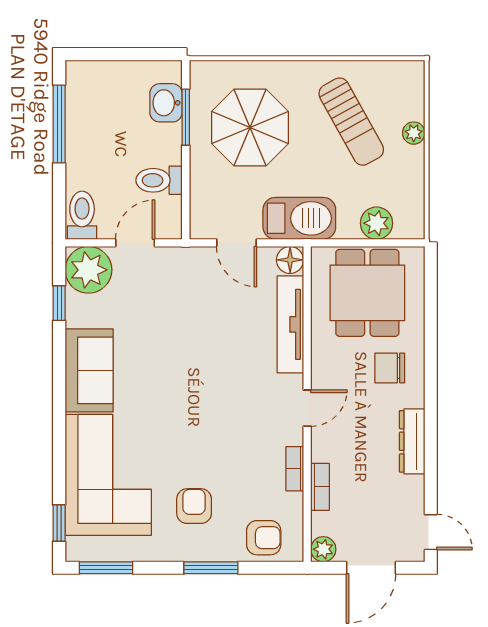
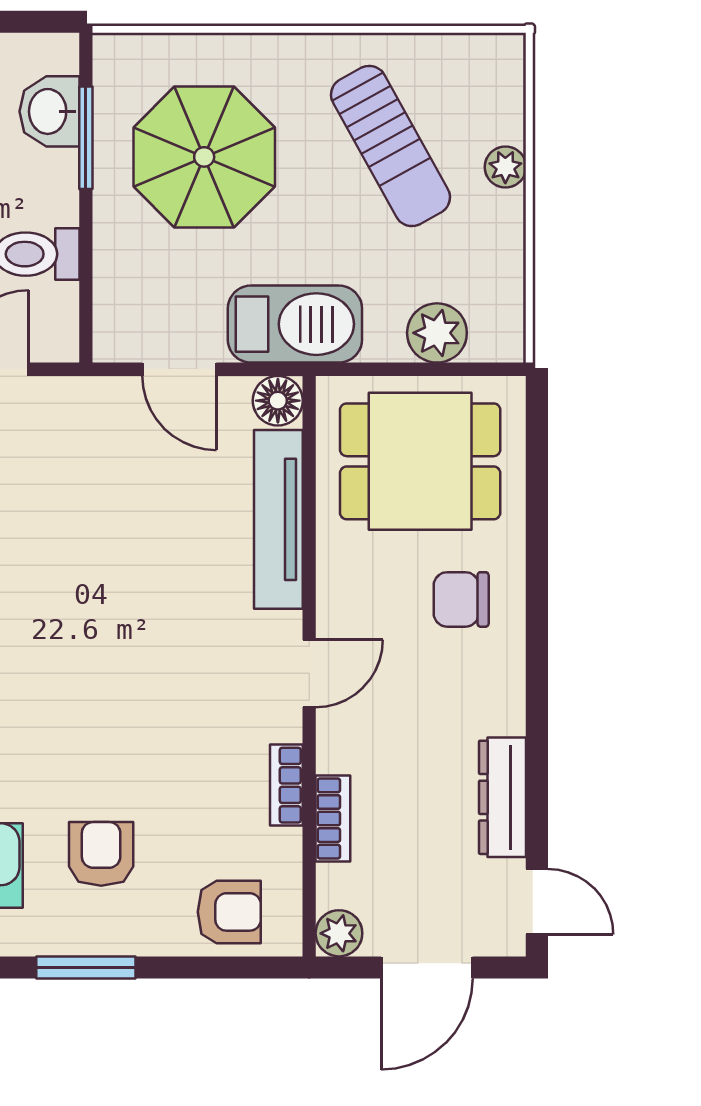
dining table: (367, 293) -> (420, 461), turned 90
dresser: (412, 441) -> (503, 797), moved
window: (211, 568) -> (86, 967), moved

